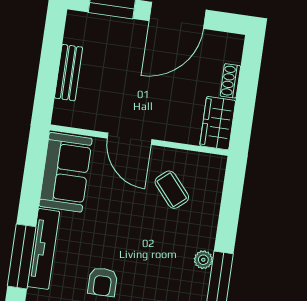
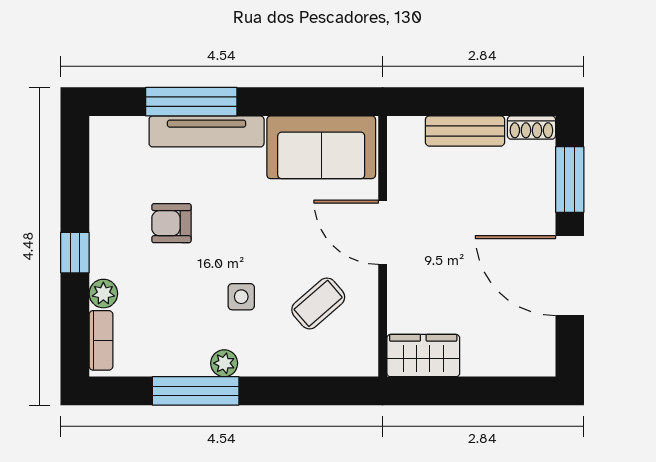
shoe rack: (230, 81) -> (531, 128), moved, turned 180
door: (130, 139) -> (383, 232), hinge flipped
side table: (160, 242) -> (241, 297), added

